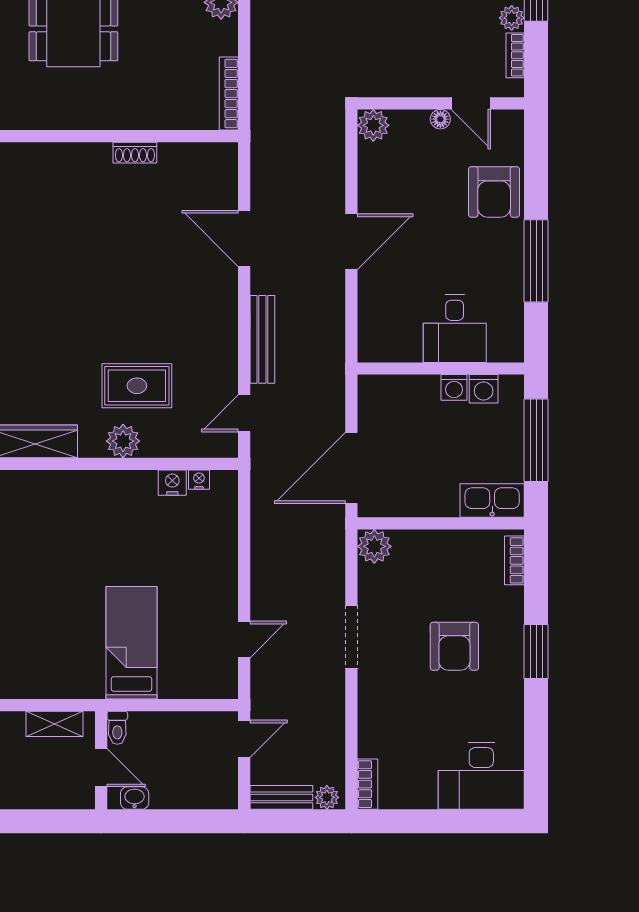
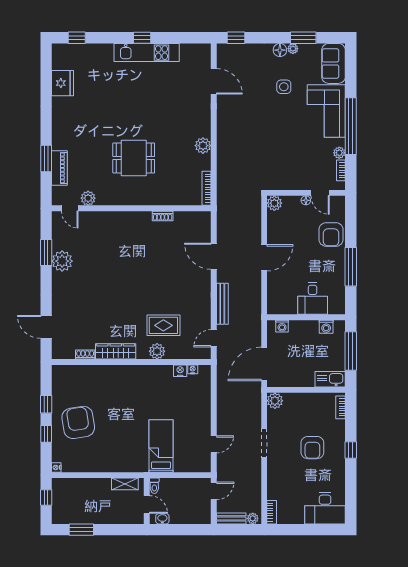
washing machine: (454, 387) -> (282, 326), moved
window: (536, 652) -> (351, 450), width x0.67

